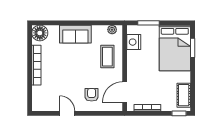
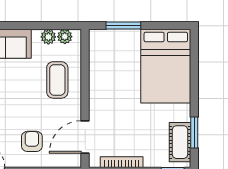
plant: (102, 30) -> (48, 37), added
nightstand: (134, 42) -> (100, 57), removed
window: (193, 48) -> (194, 133), moved

